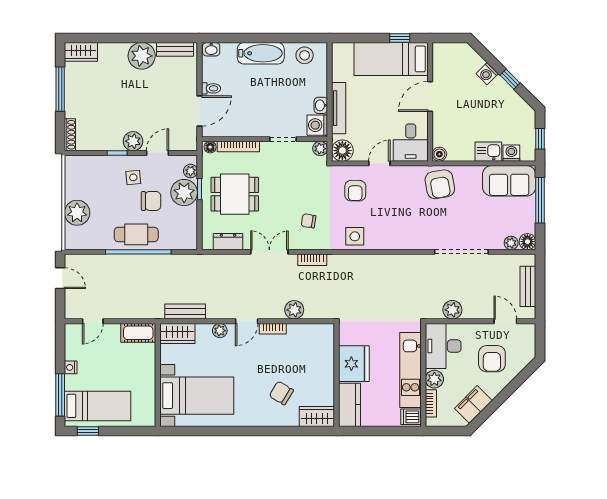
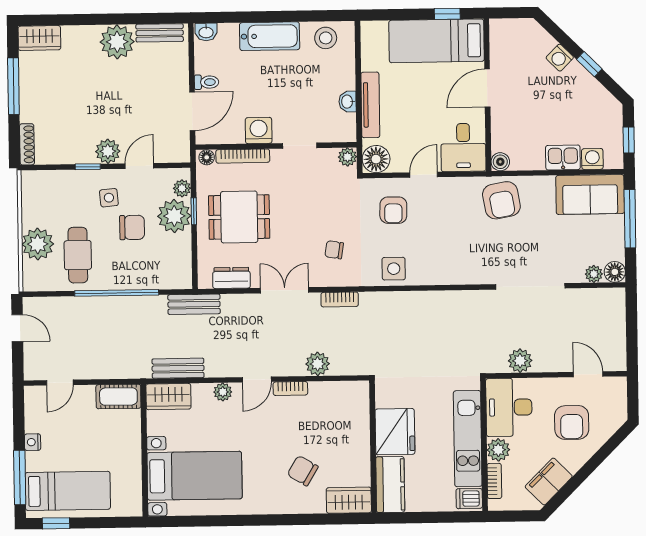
washing machine: (317, 125) -> (259, 130), moved, turned 90
cafe table: (136, 234) -> (78, 255), moved, turned 90
bench: (528, 286) -> (194, 304), moved, turned 90

